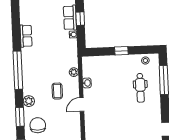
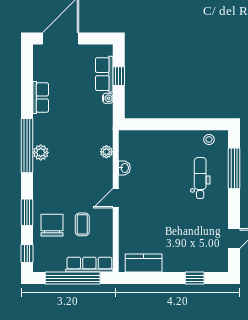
window: (121, 51) -> (175, 124), removed
dental chair: (140, 88) -> (200, 178), turned 180
coffee table: (57, 91) -> (82, 224), moved
plant: (29, 101) -> (41, 152), moved

